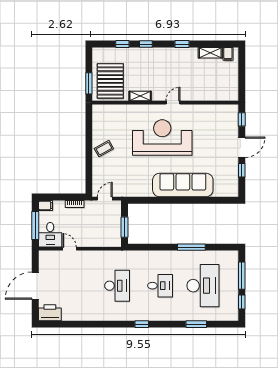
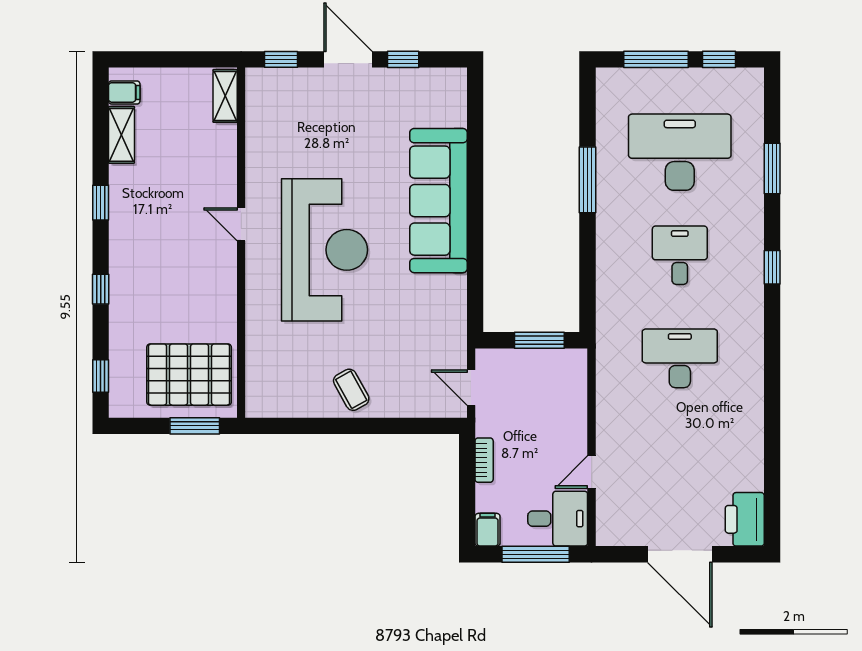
window: (122, 44) -> (101, 376), moved
shelving: (140, 96) -> (225, 96), moved
reception desk: (162, 137) -> (325, 250), turned 180
window: (142, 324) -> (772, 267), moved

